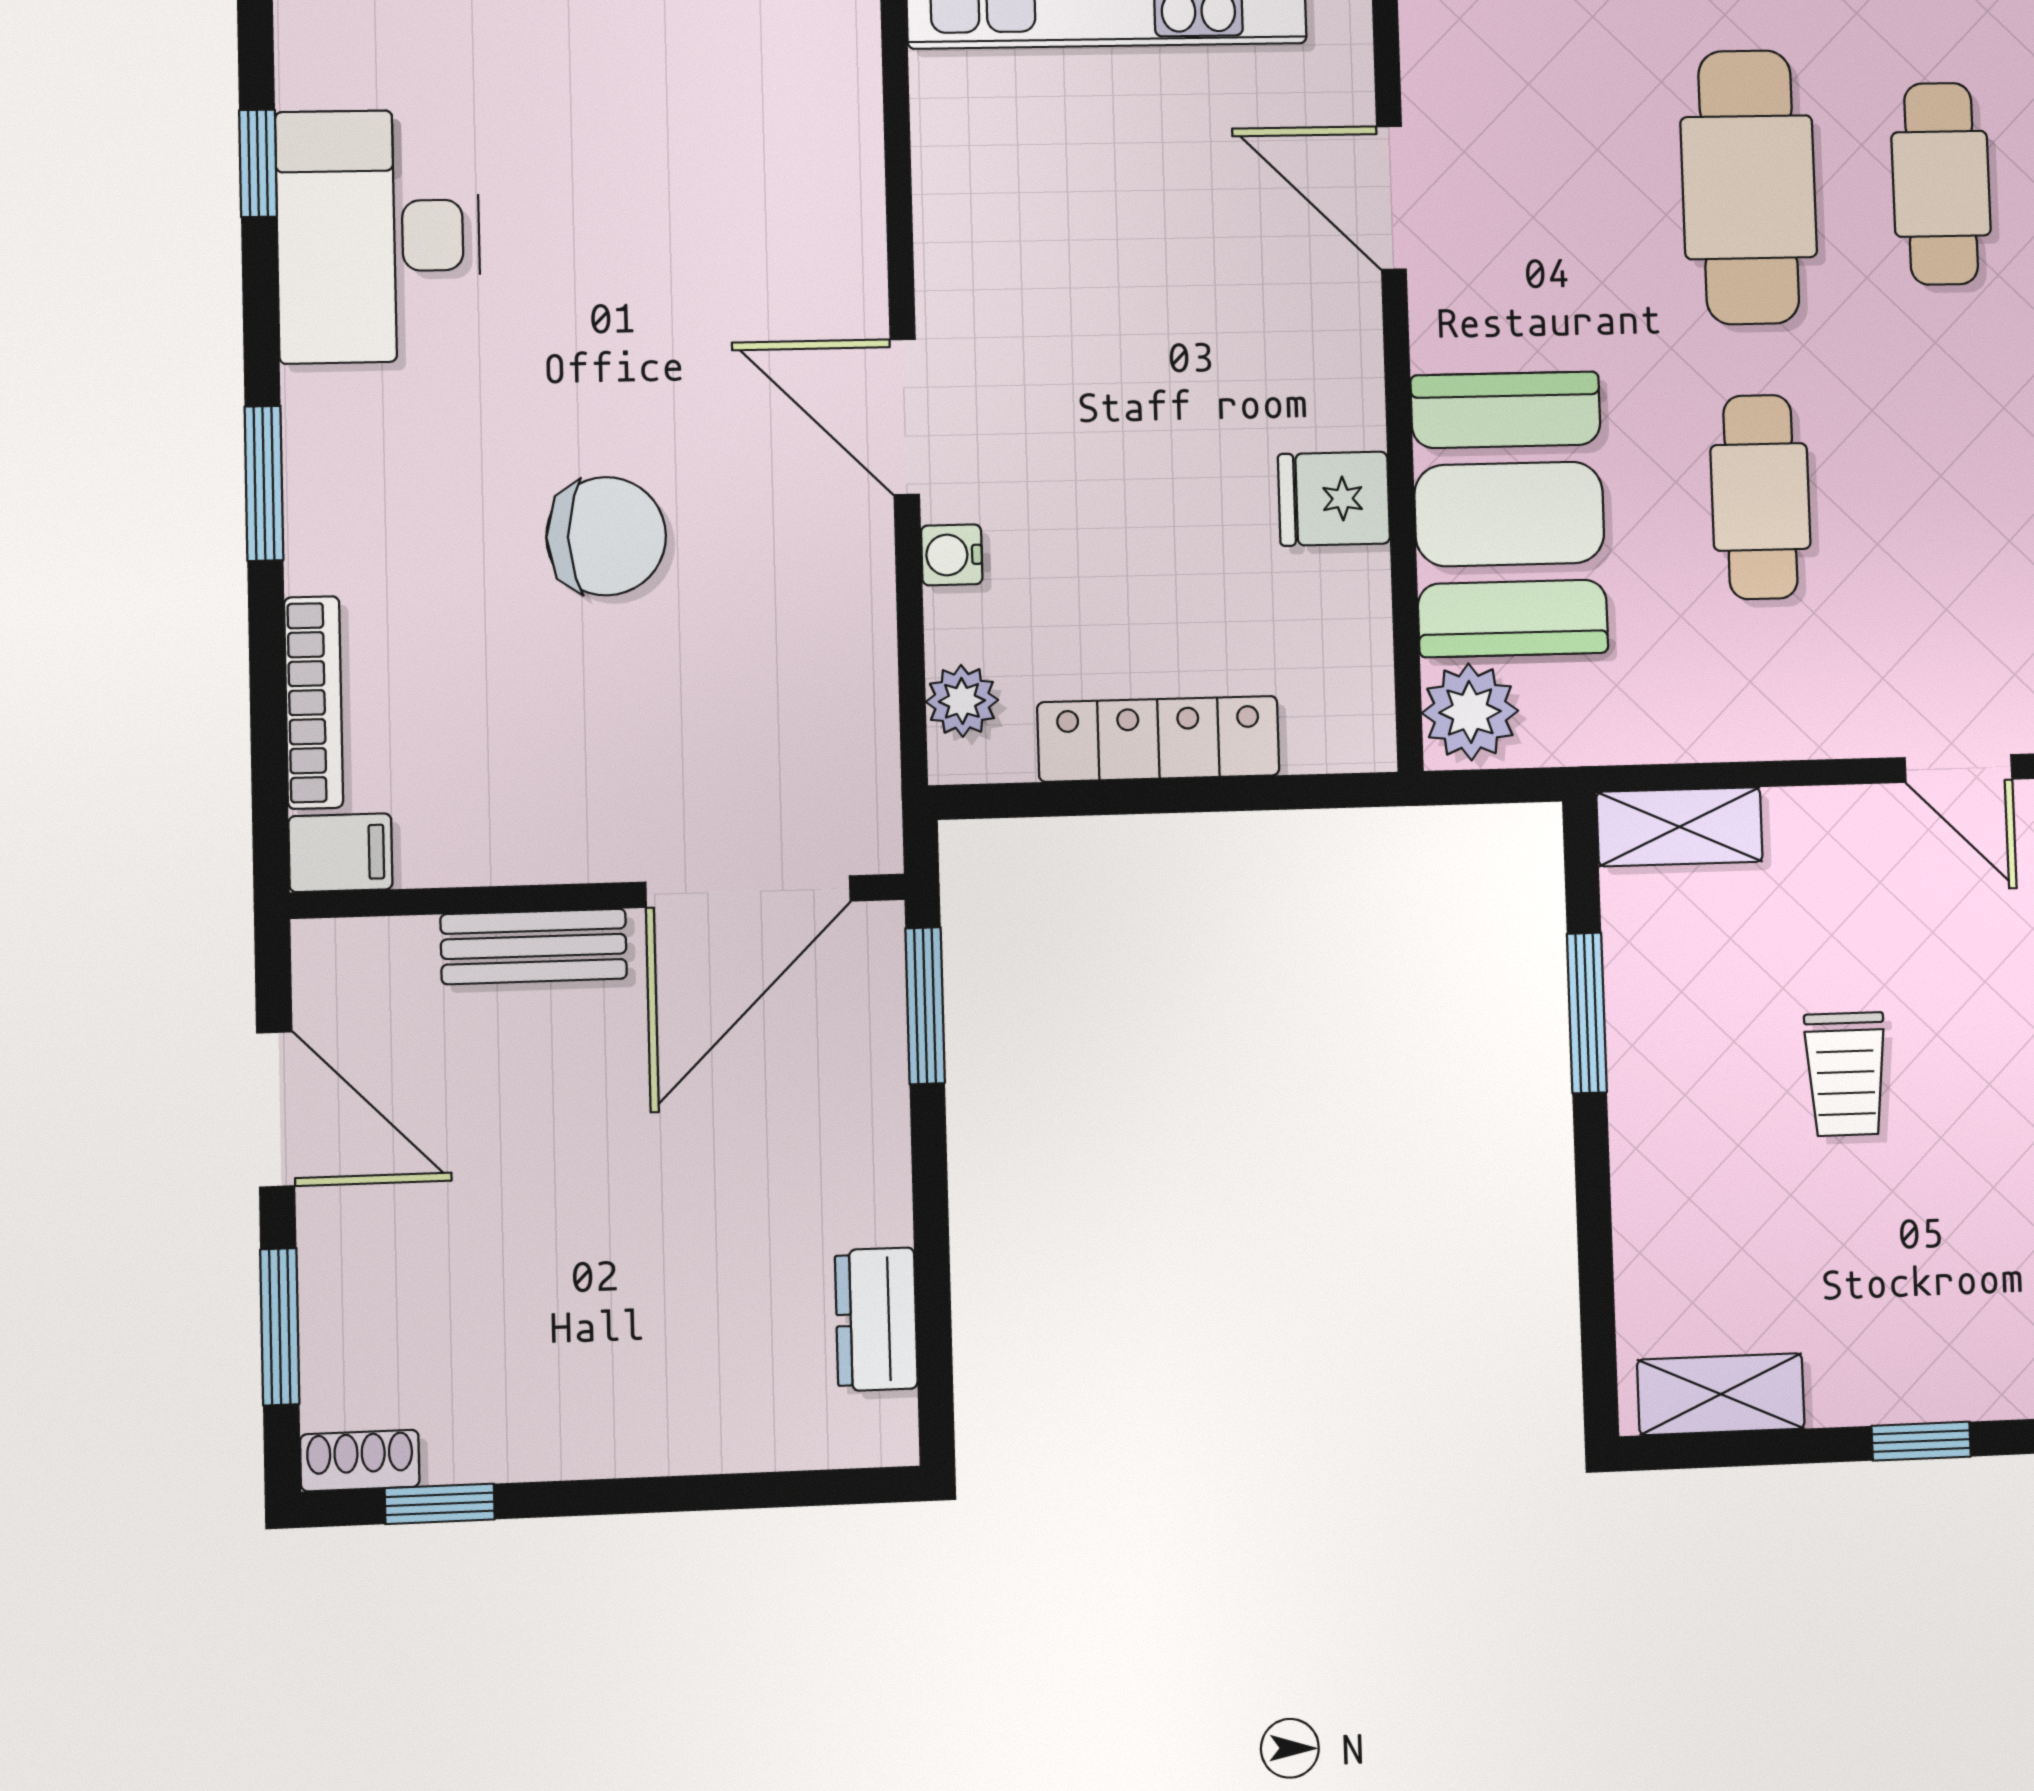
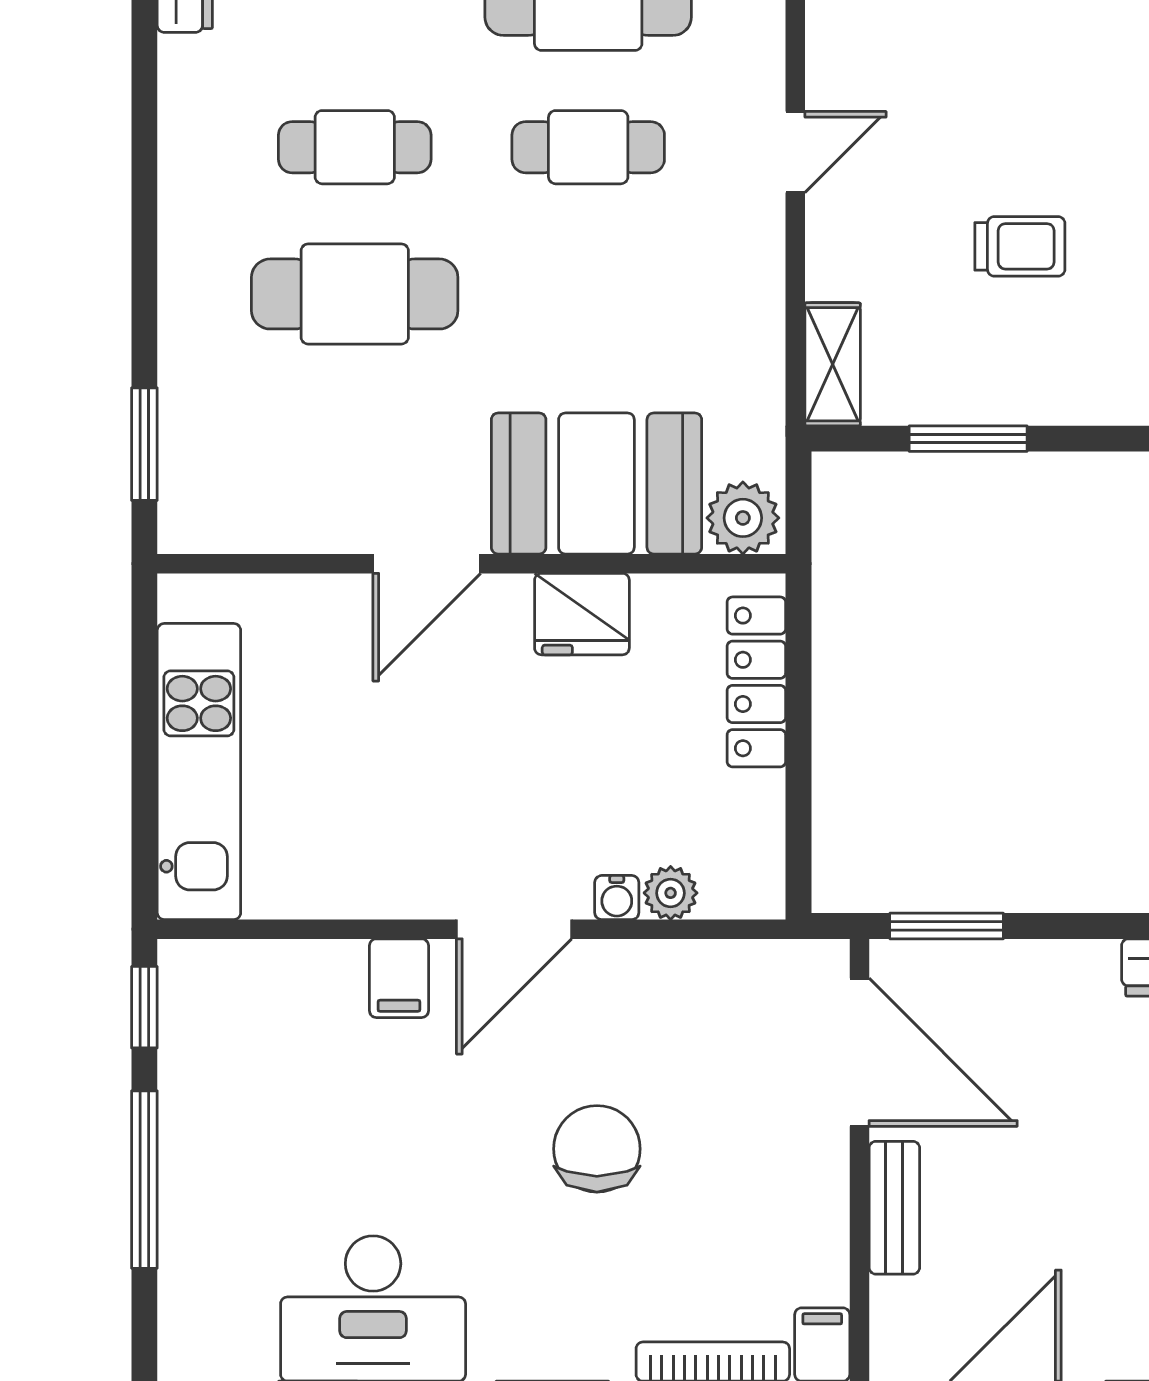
door: (1391, 198) -> (427, 564), moved
filing cabinet: (834, 263) -> (399, 978), added
cafe table: (1760, 497) -> (588, 147), moved
fridge: (1334, 499) -> (582, 614), width x1.38
plant: (962, 701) -> (671, 893), moved
locker: (1158, 739) -> (756, 682), moved

